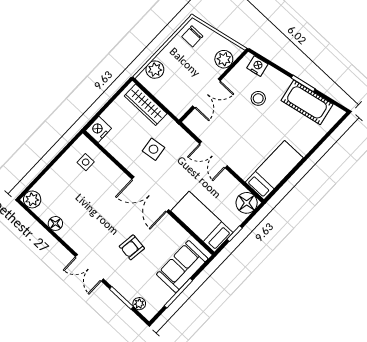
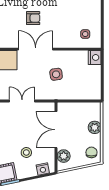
plant: (155, 70) -> (95, 127), moved
double door: (206, 93) -> (56, 130), width x1.37
wardrobe: (146, 105) -> (82, 94), removed
armchair: (132, 247) -> (33, 18), moved, turned 83

